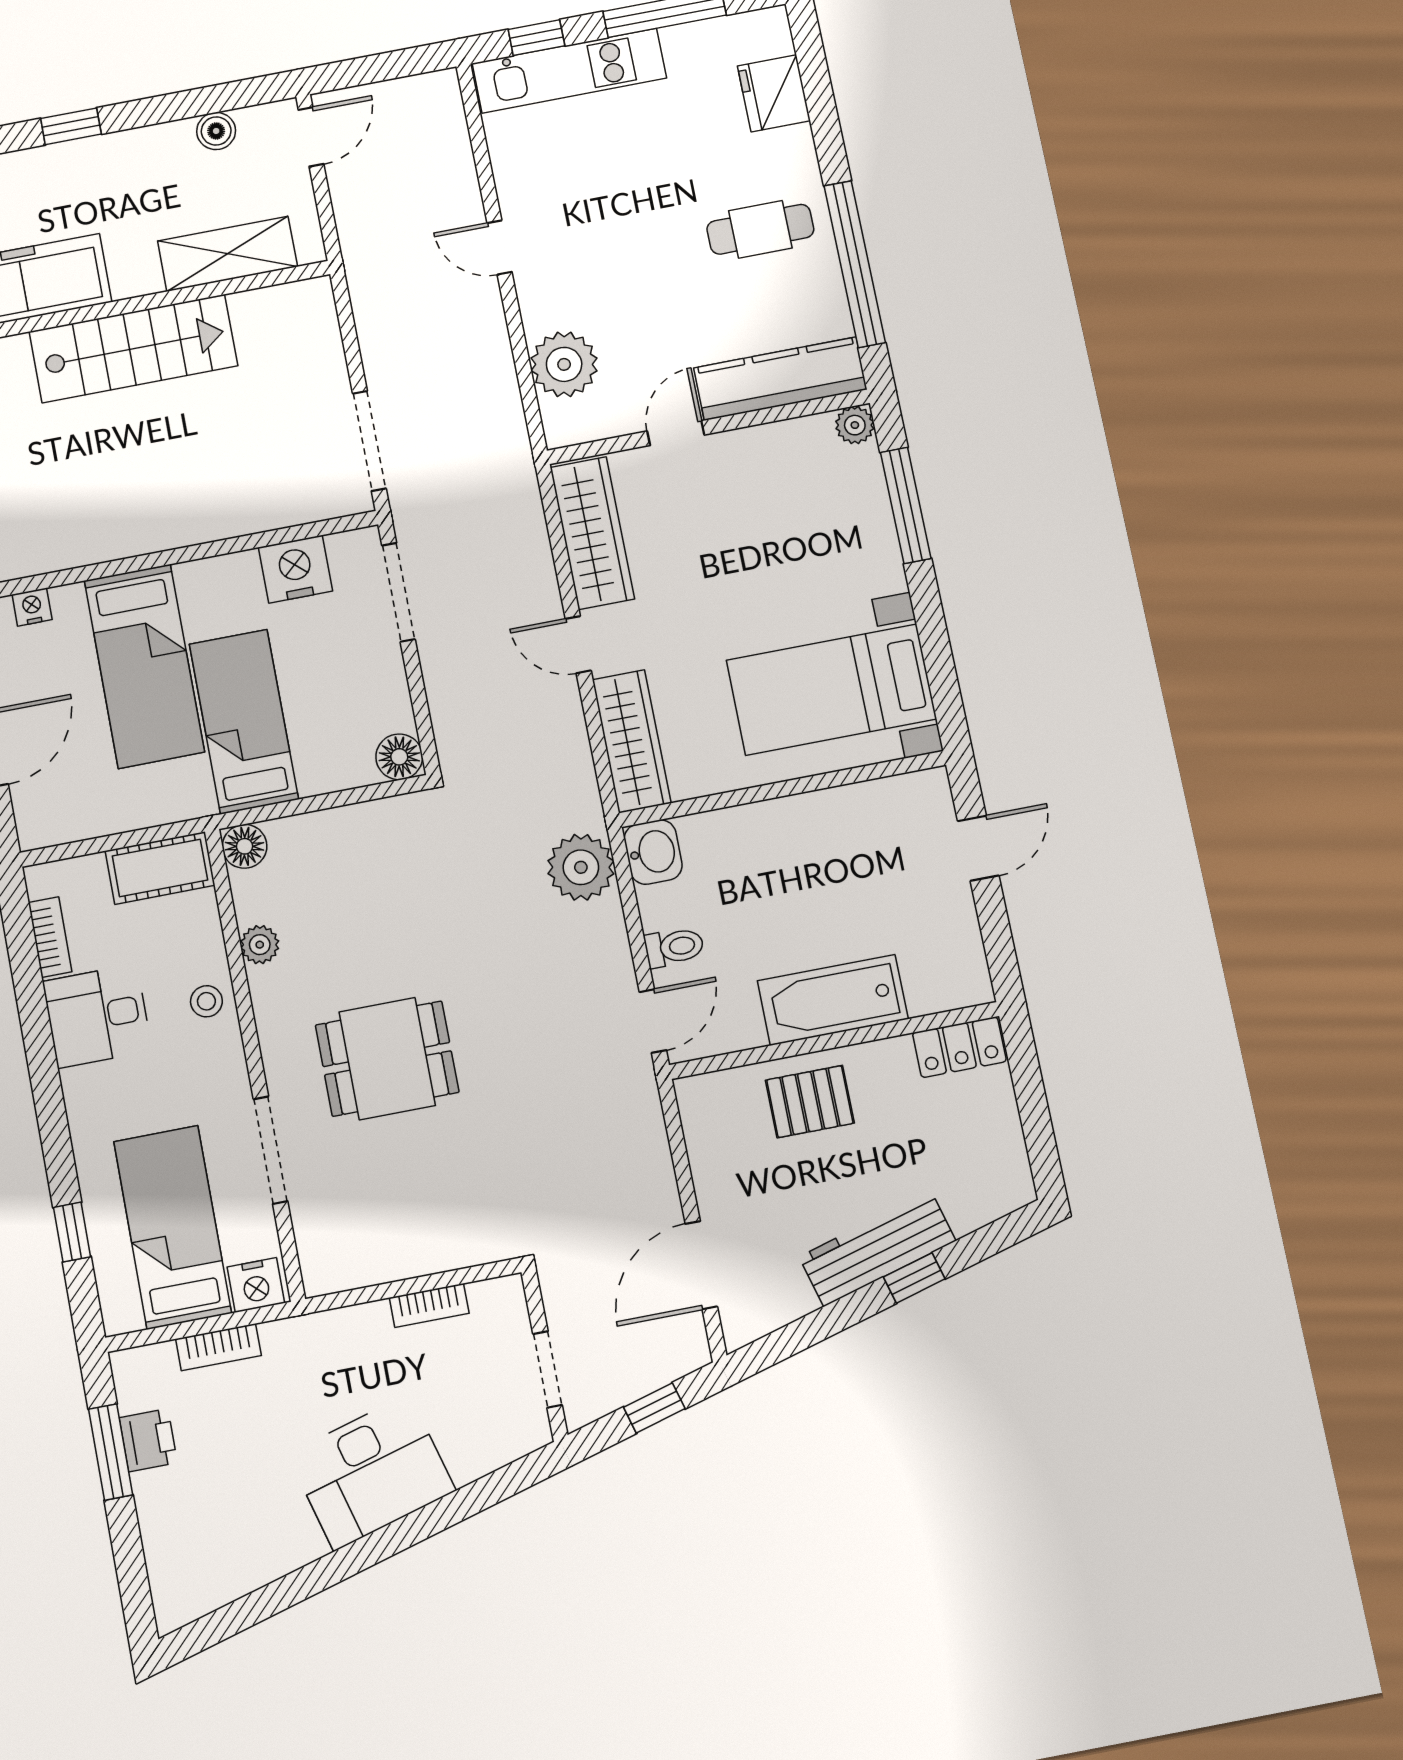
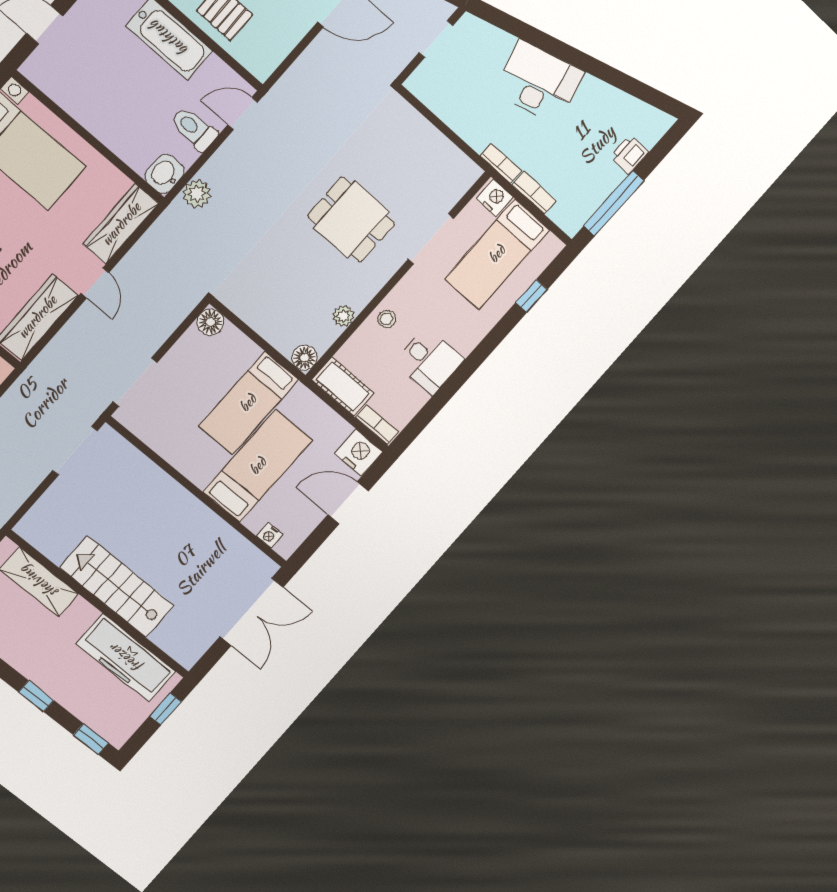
nightstand: (295, 569) -> (359, 453), moved, turned 180
plant: (581, 867) -> (197, 194), width x0.73, depth x0.73
bookcase: (50, 937) -> (377, 425), moved, turned 90
toilet: (674, 947) -> (194, 129), width x1.37, depth x1.39
bookcase: (429, 1305) -> (501, 163), moved
printer: (148, 1440) -> (629, 154), moved
window: (111, 1452) -> (614, 203), width x1.44

